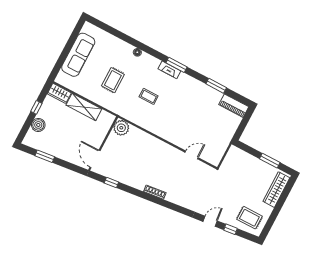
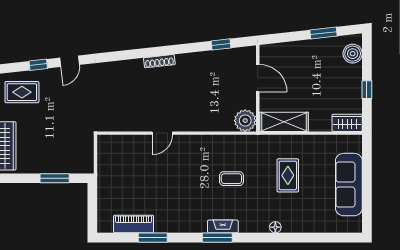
piano: (234, 106) -> (134, 224), moved
shelving: (84, 107) -> (284, 122), moved
boiler: (38, 125) -> (353, 54), moved
door: (192, 155) -> (162, 133), moved
door: (95, 159) -> (258, 78), moved
window: (270, 161) -> (55, 178), moved

